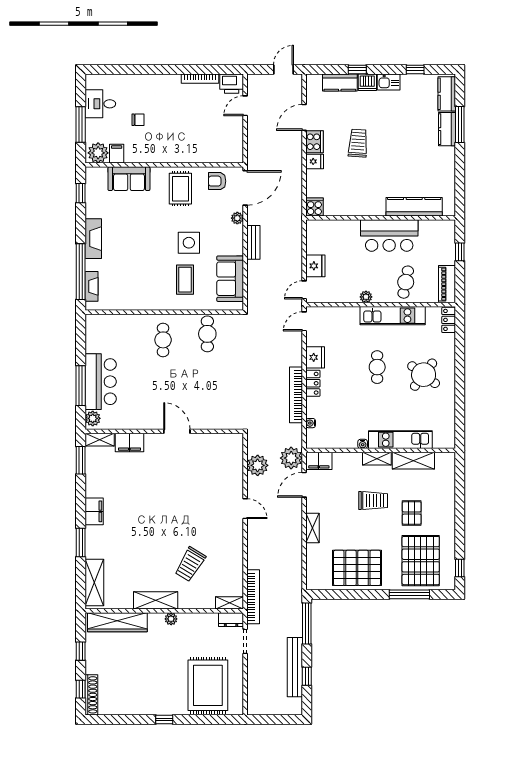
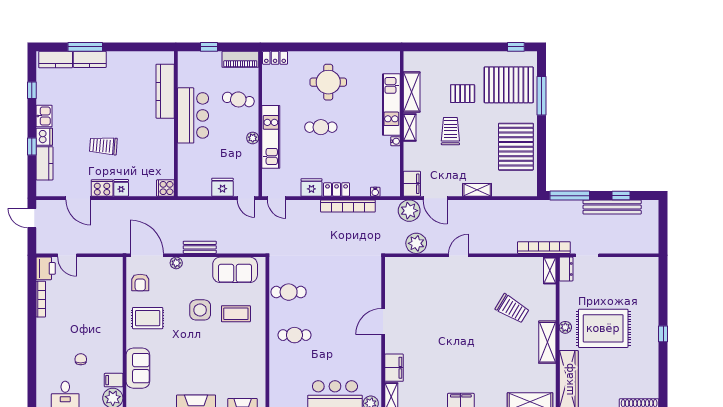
kitchen unit: (393, 316) -> (271, 137), moved
round table: (424, 375) -> (328, 82), turned -37
rug: (208, 685) -> (603, 328), moved

